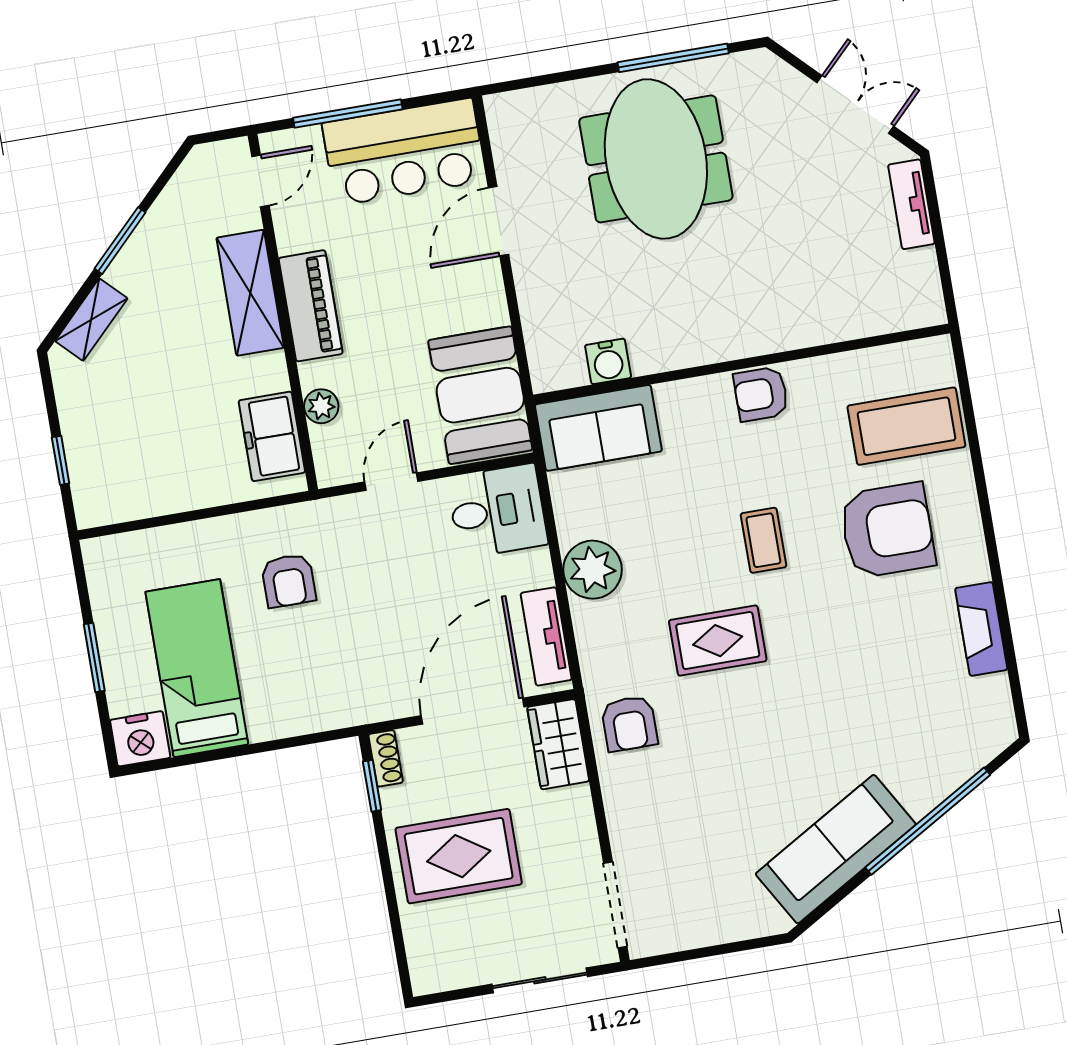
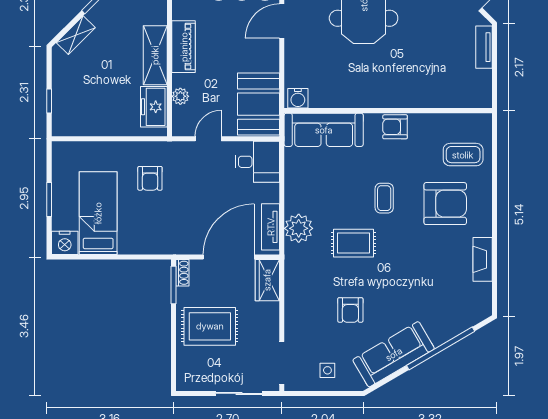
shelving: (250, 293) -> (155, 55), moved
water cooler: (608, 361) -> (298, 98), moved
coffee table: (906, 426) -> (463, 155), width x0.73, depth x0.76
sofa: (598, 428) -> (324, 130), width x1.36
plant: (593, 570) -> (299, 228), moved
armchair: (629, 724) -> (350, 310), moved
window: (372, 786) -> (174, 285), width x1.50
side table: (709, 904) -> (327, 370), added

